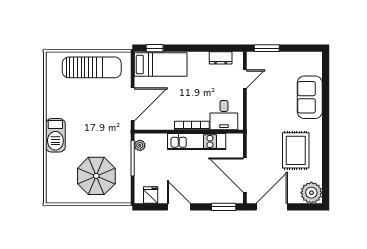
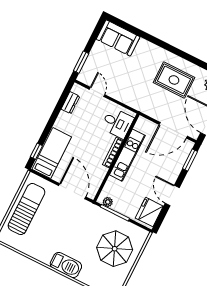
sofa: (310, 97) -> (118, 38), moved
fridge: (151, 195) -> (149, 212), width x1.88, depth x1.34
door: (179, 207) -> (172, 195), hinge flipped

